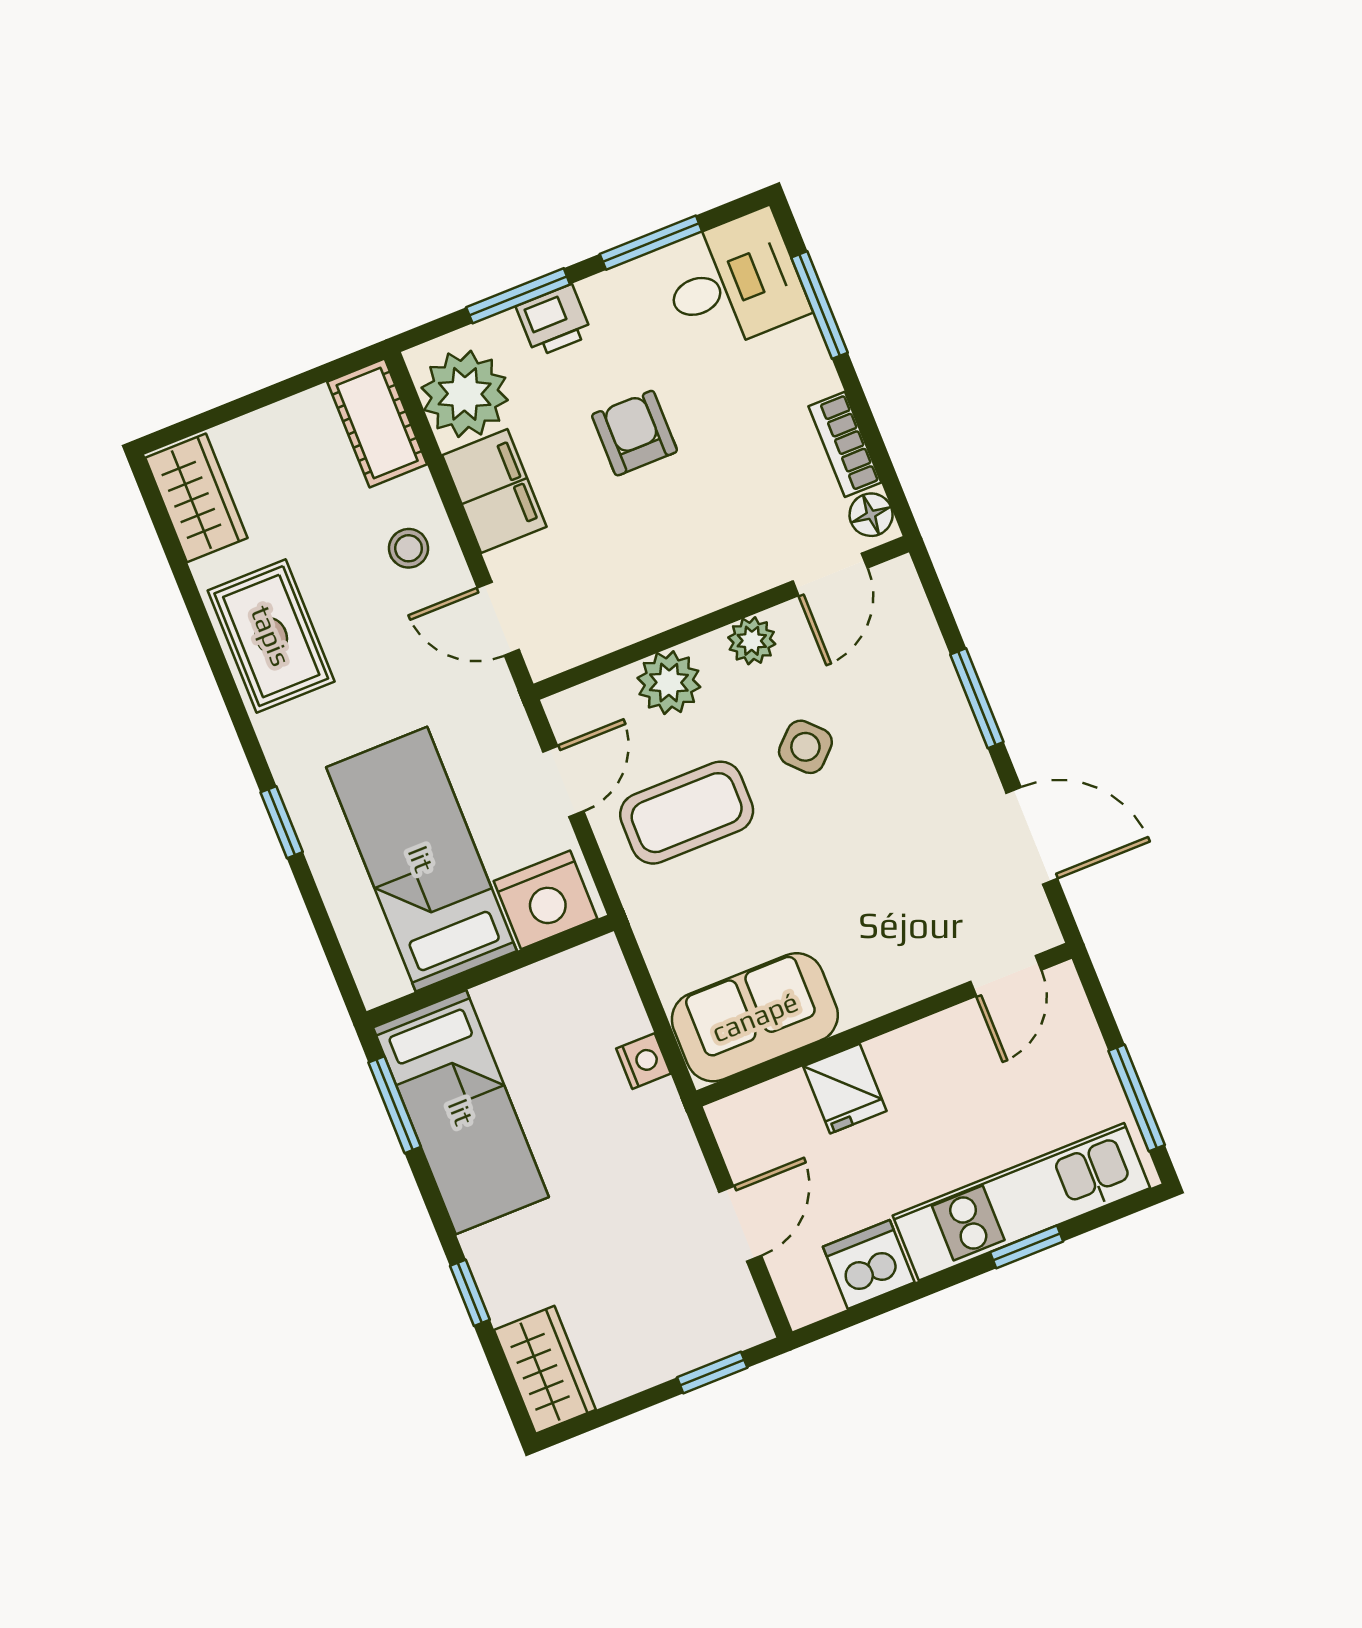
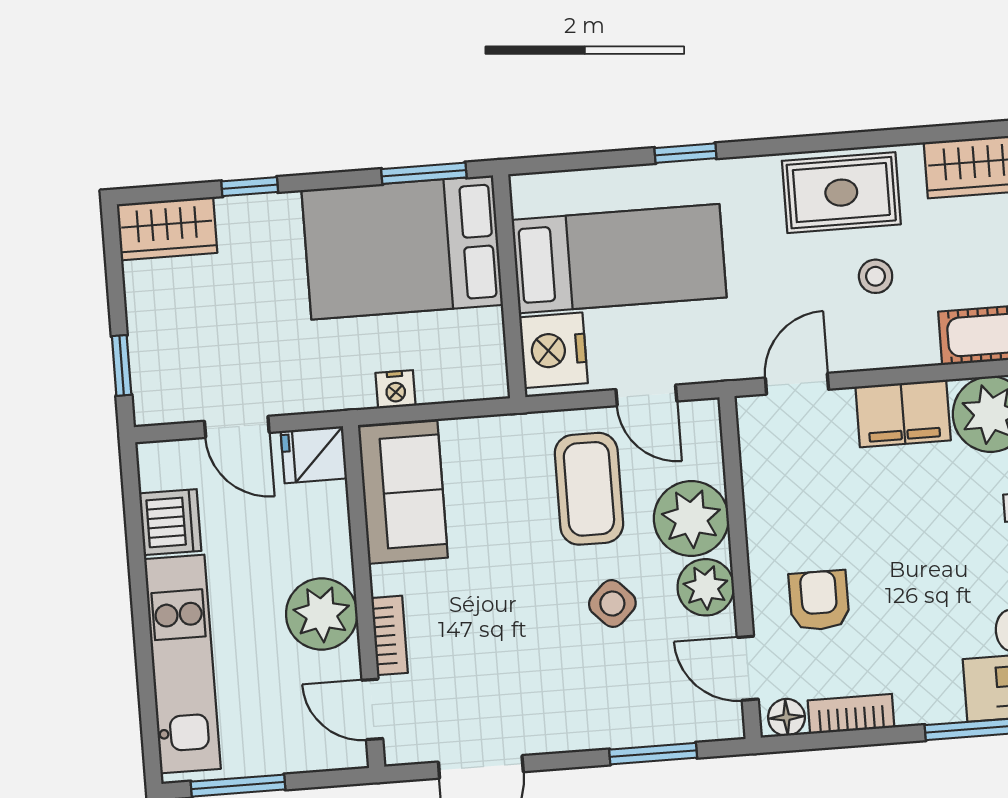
armchair: (635, 433) -> (819, 601), moved, turned -90
stool: (409, 548) -> (876, 276), moved
plant: (752, 641) -> (706, 587), width x1.38, depth x1.38
plant: (669, 683) -> (691, 518), width x1.36, depth x1.36
window: (977, 698) -> (653, 754), moved
bookcase: (918, 982) -> (390, 635), added
plant: (918, 1065) -> (322, 614), added
fridge: (845, 1089) -> (314, 455), moved
bed: (461, 1112) -> (402, 247), width x1.50
window: (1027, 1247) -> (144, 657), removed

